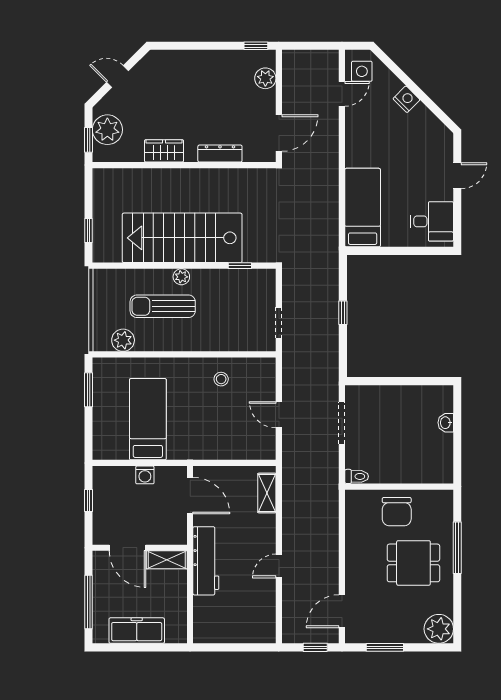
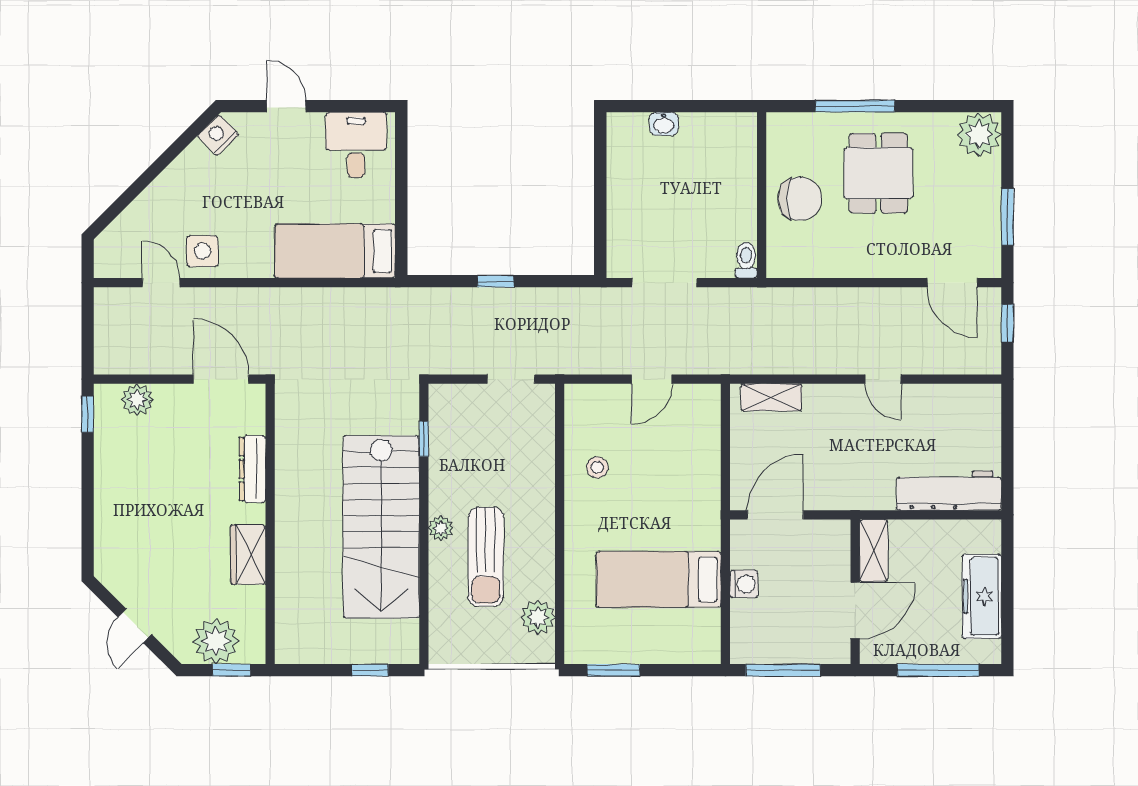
side table: (362, 71) -> (202, 251), moved
nightstand: (406, 99) -> (218, 135), moved
window: (88, 501) -> (783, 670), width x2.17
workbench: (206, 561) -> (949, 491), moved

